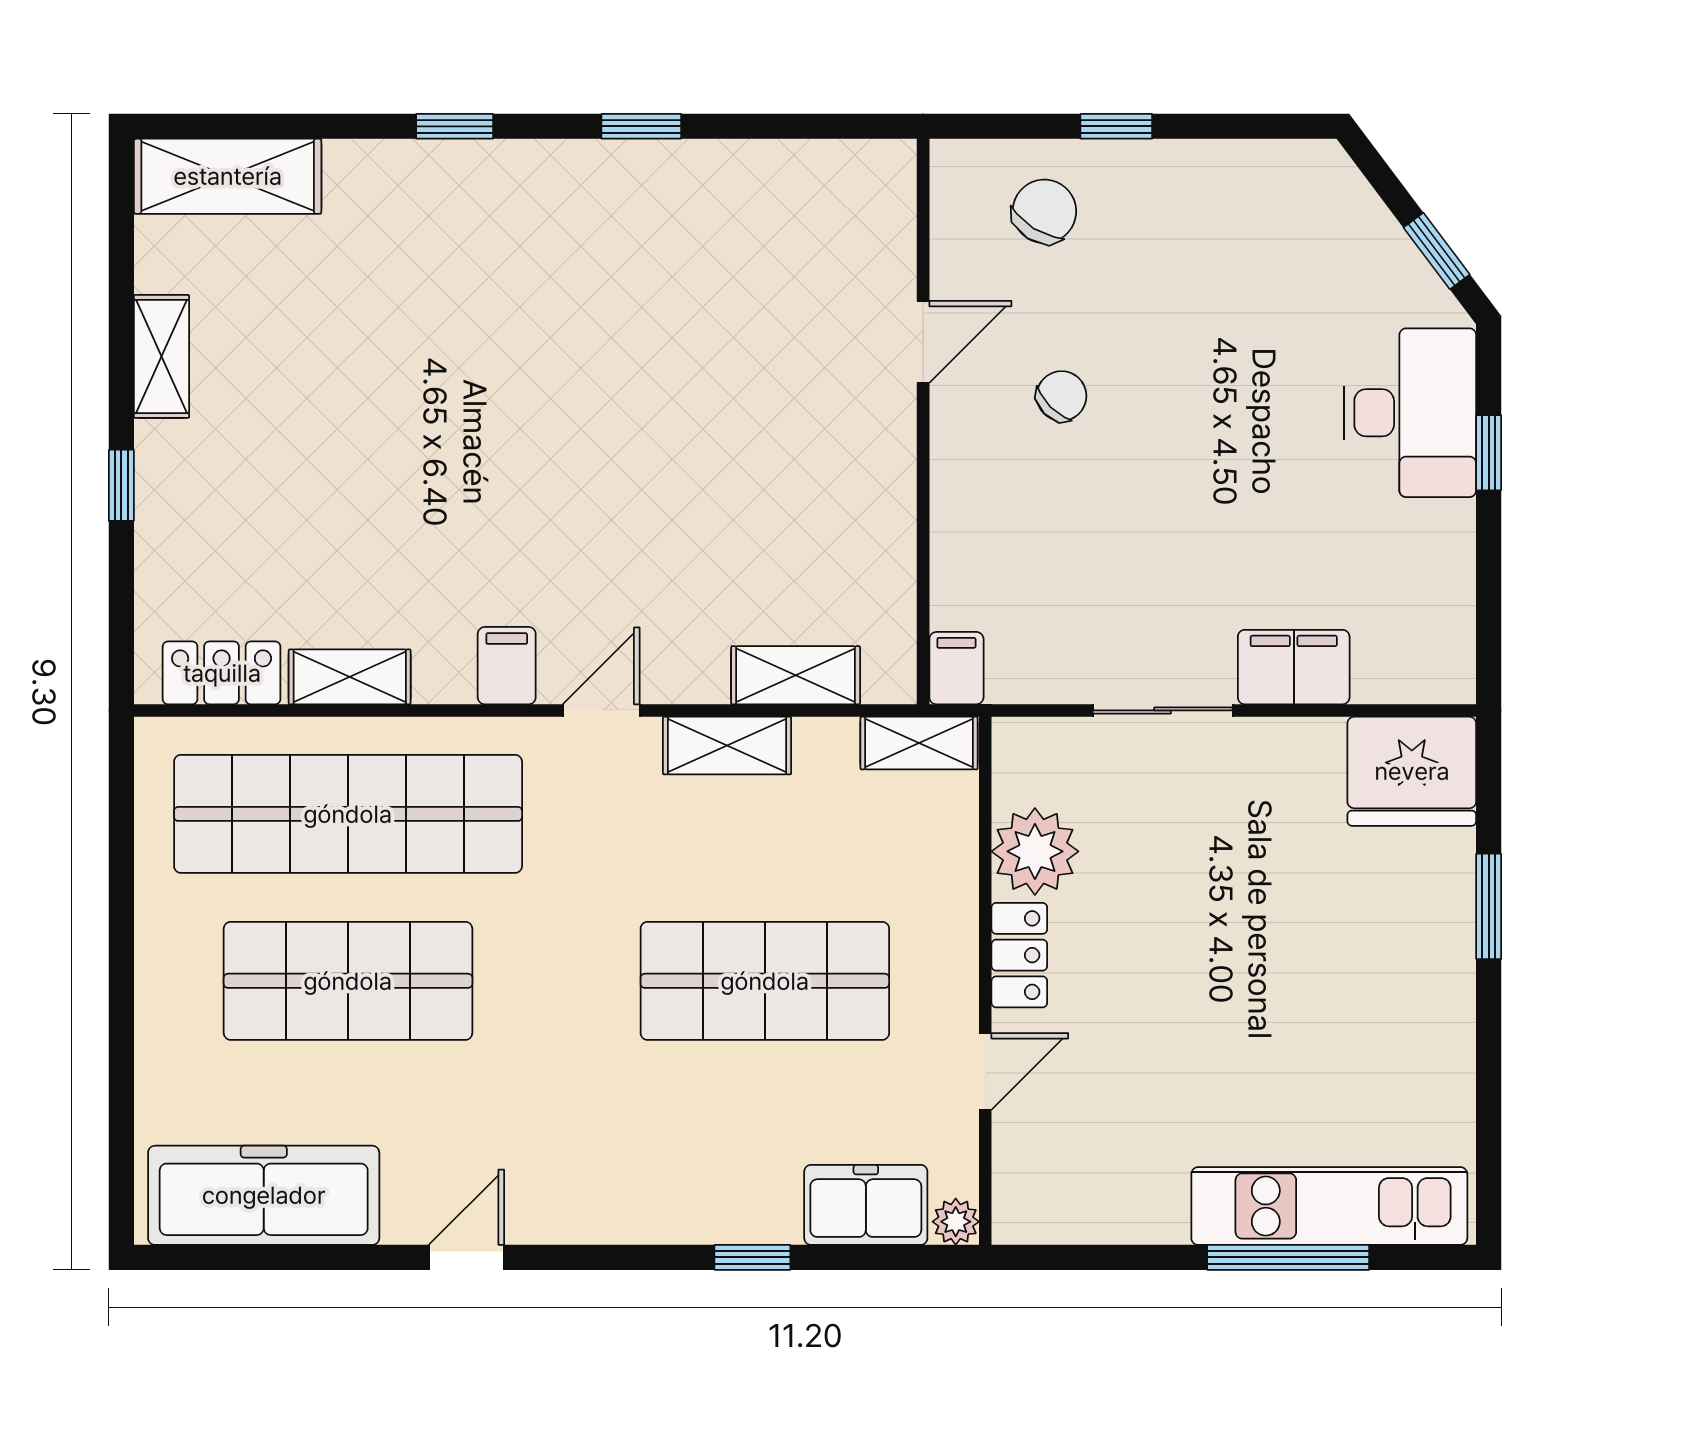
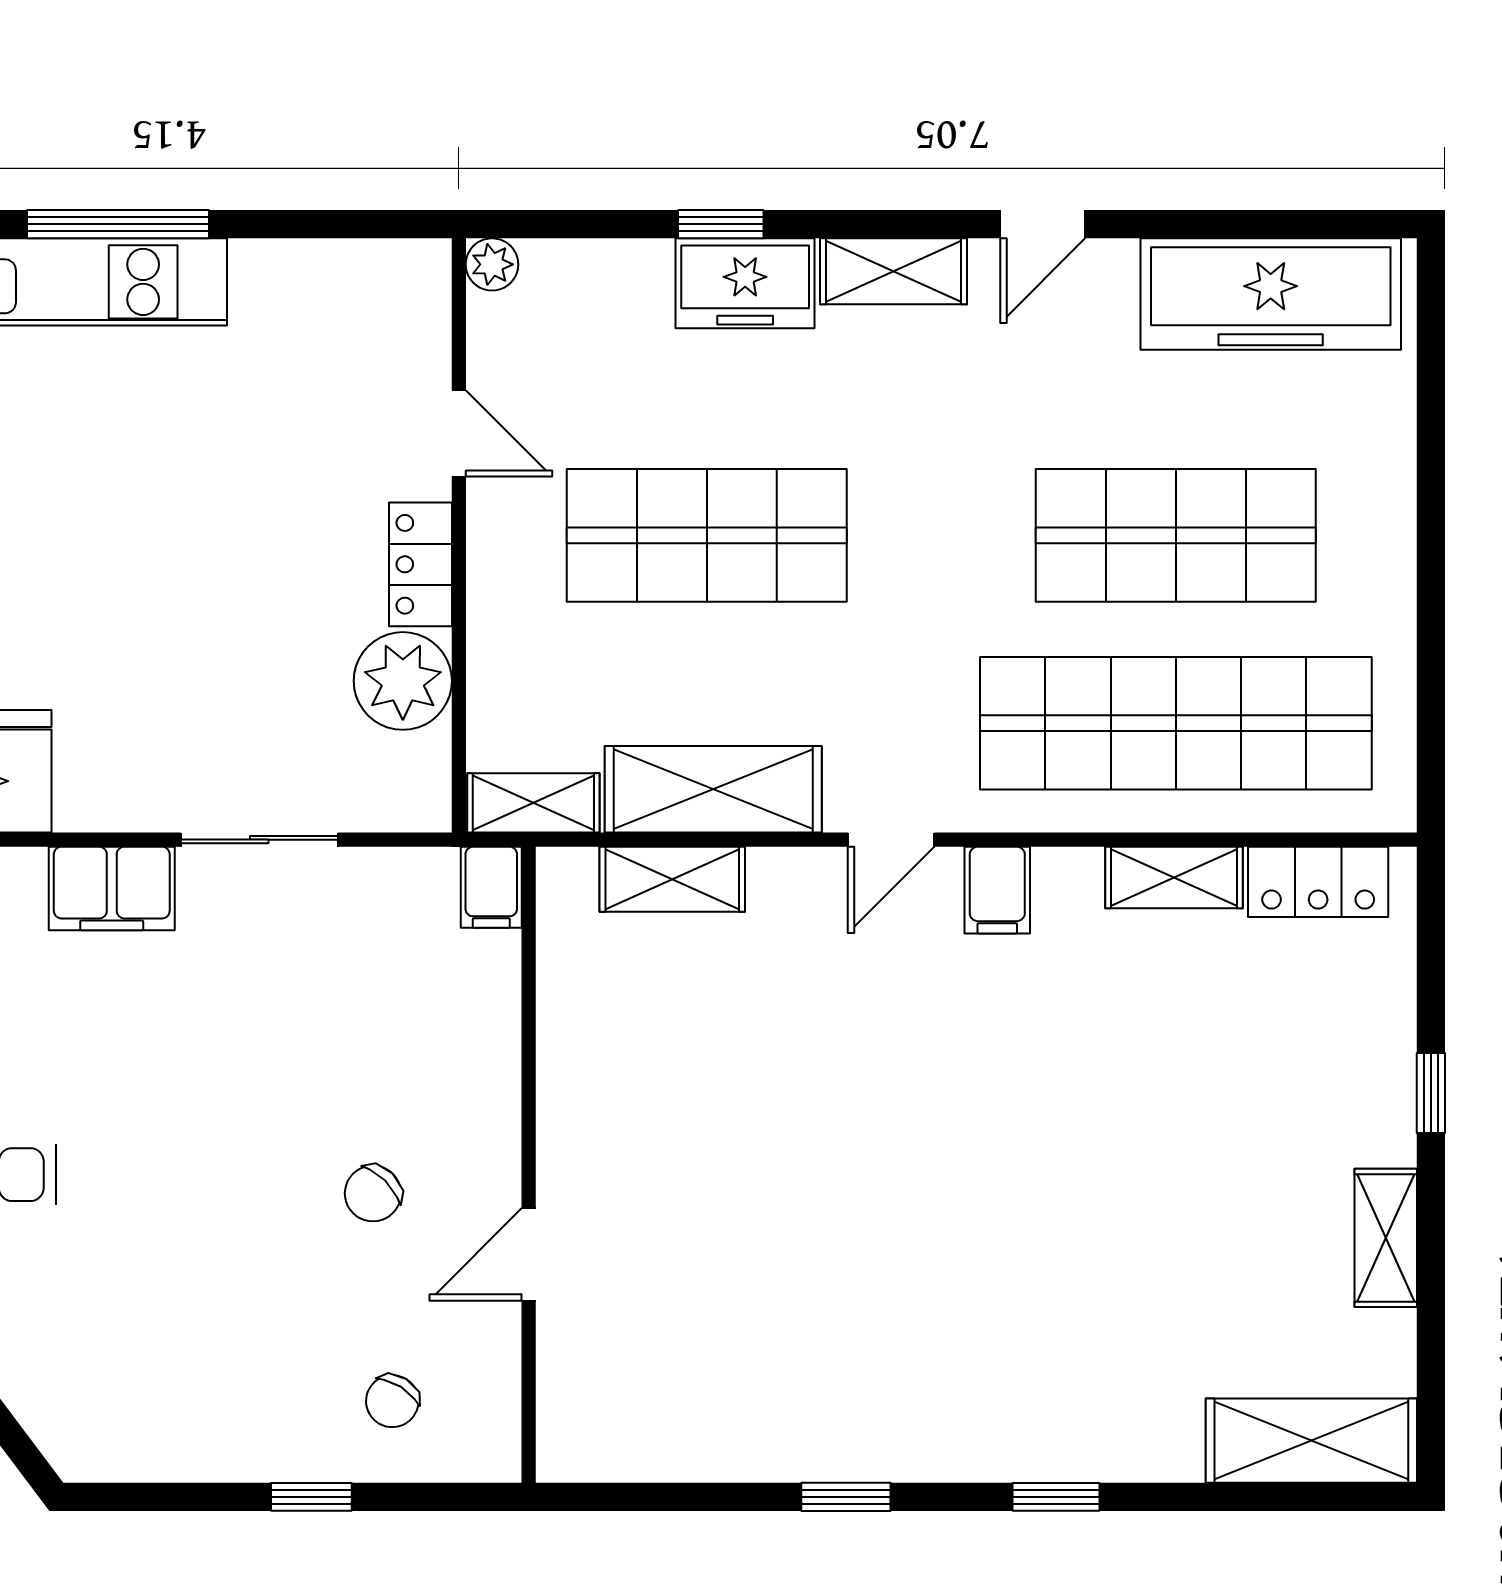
chair: (1044, 211) -> (392, 1401), width x0.73, depth x0.73
shelving: (727, 746) -> (713, 789), width x1.50, depth x1.33
door: (985, 1071) -> (459, 433), swing flipped
freezer: (866, 1205) -> (745, 283), moved
shelving: (599, 1216) -> (893, 271), added

